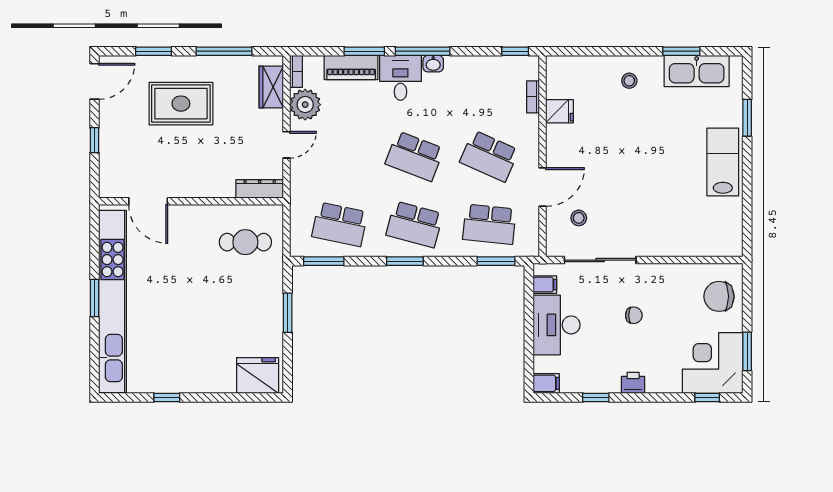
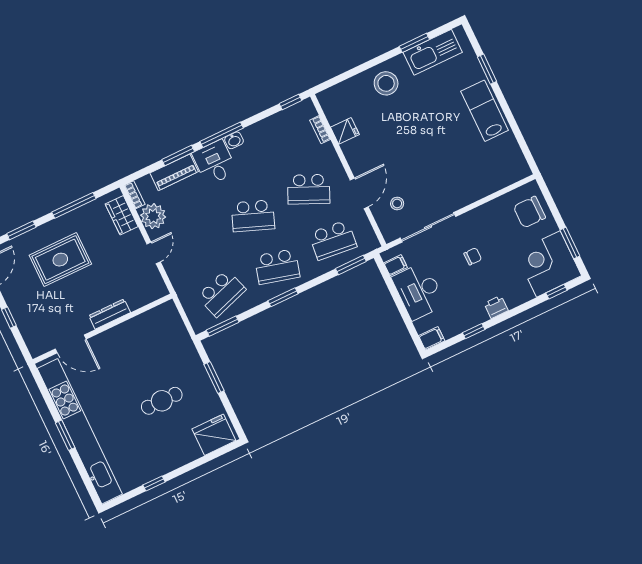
stool: (629, 81) -> (386, 83), width x1.89, depth x1.89
dresser: (260, 189) -> (110, 314), moved
school desk: (340, 224) -> (221, 293), turned -30
cafe table: (245, 242) -> (162, 401), moved

